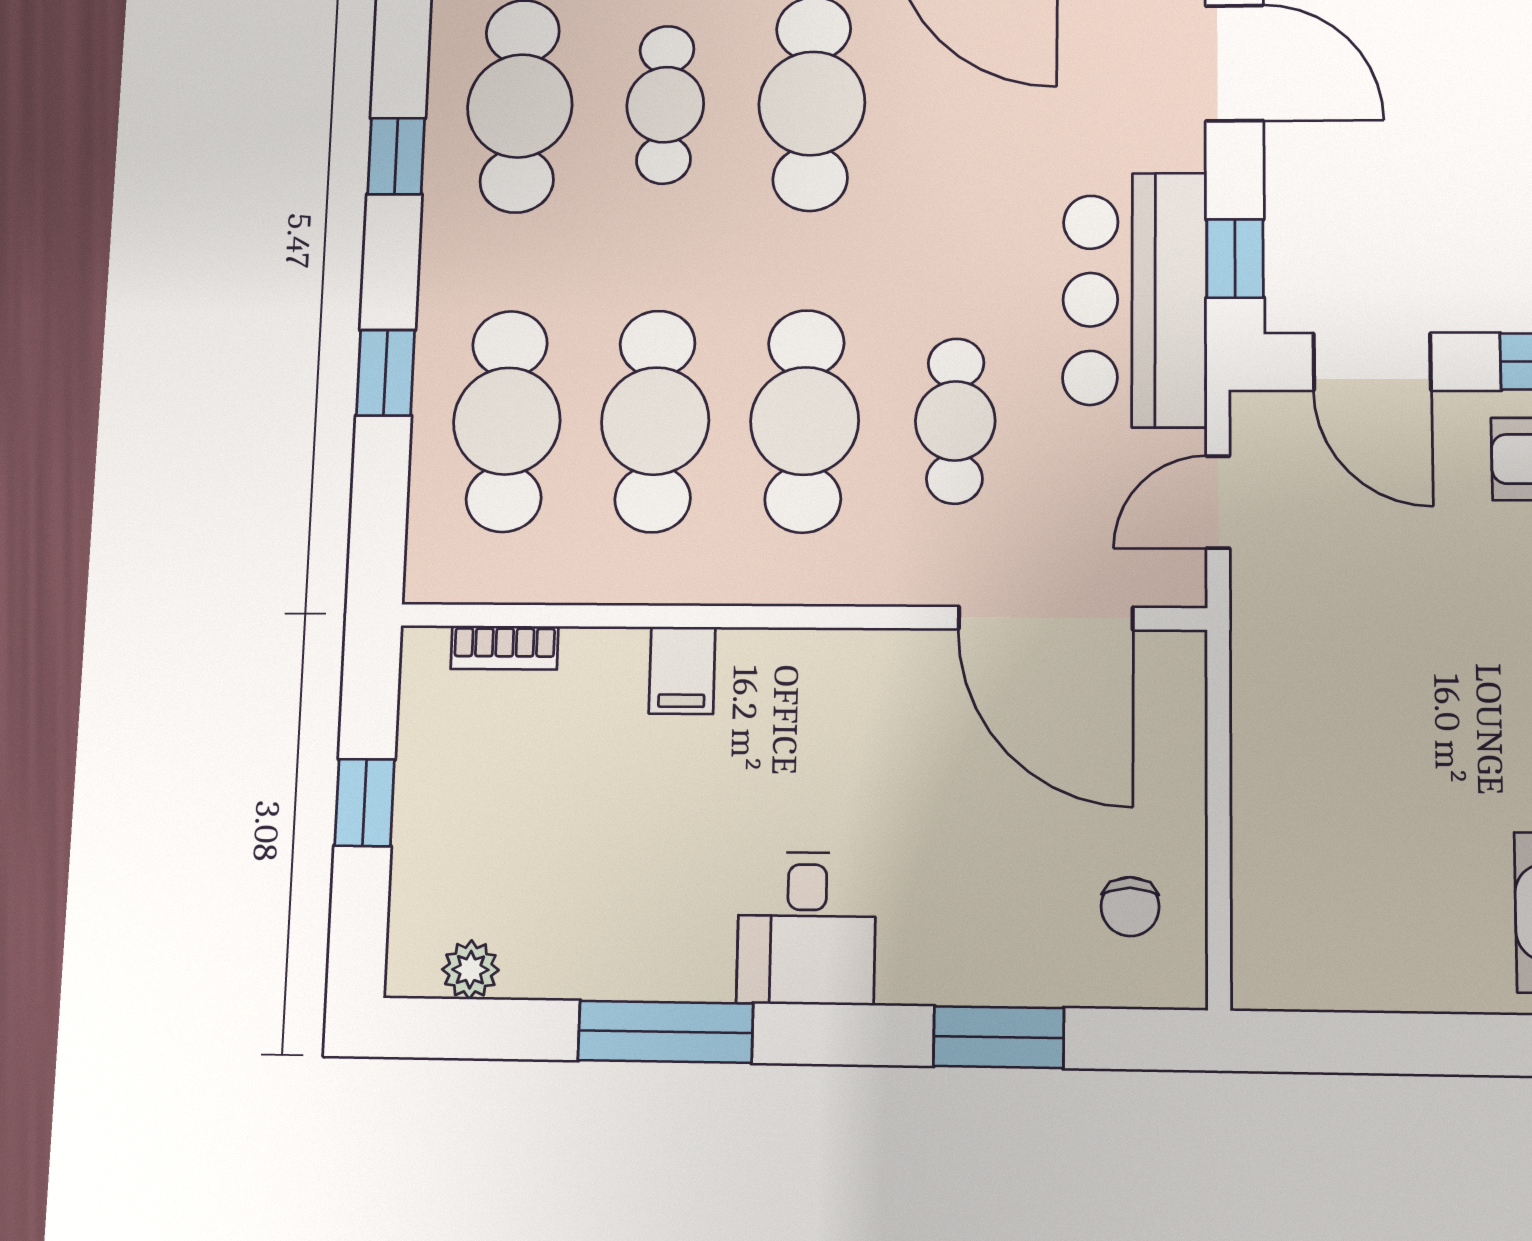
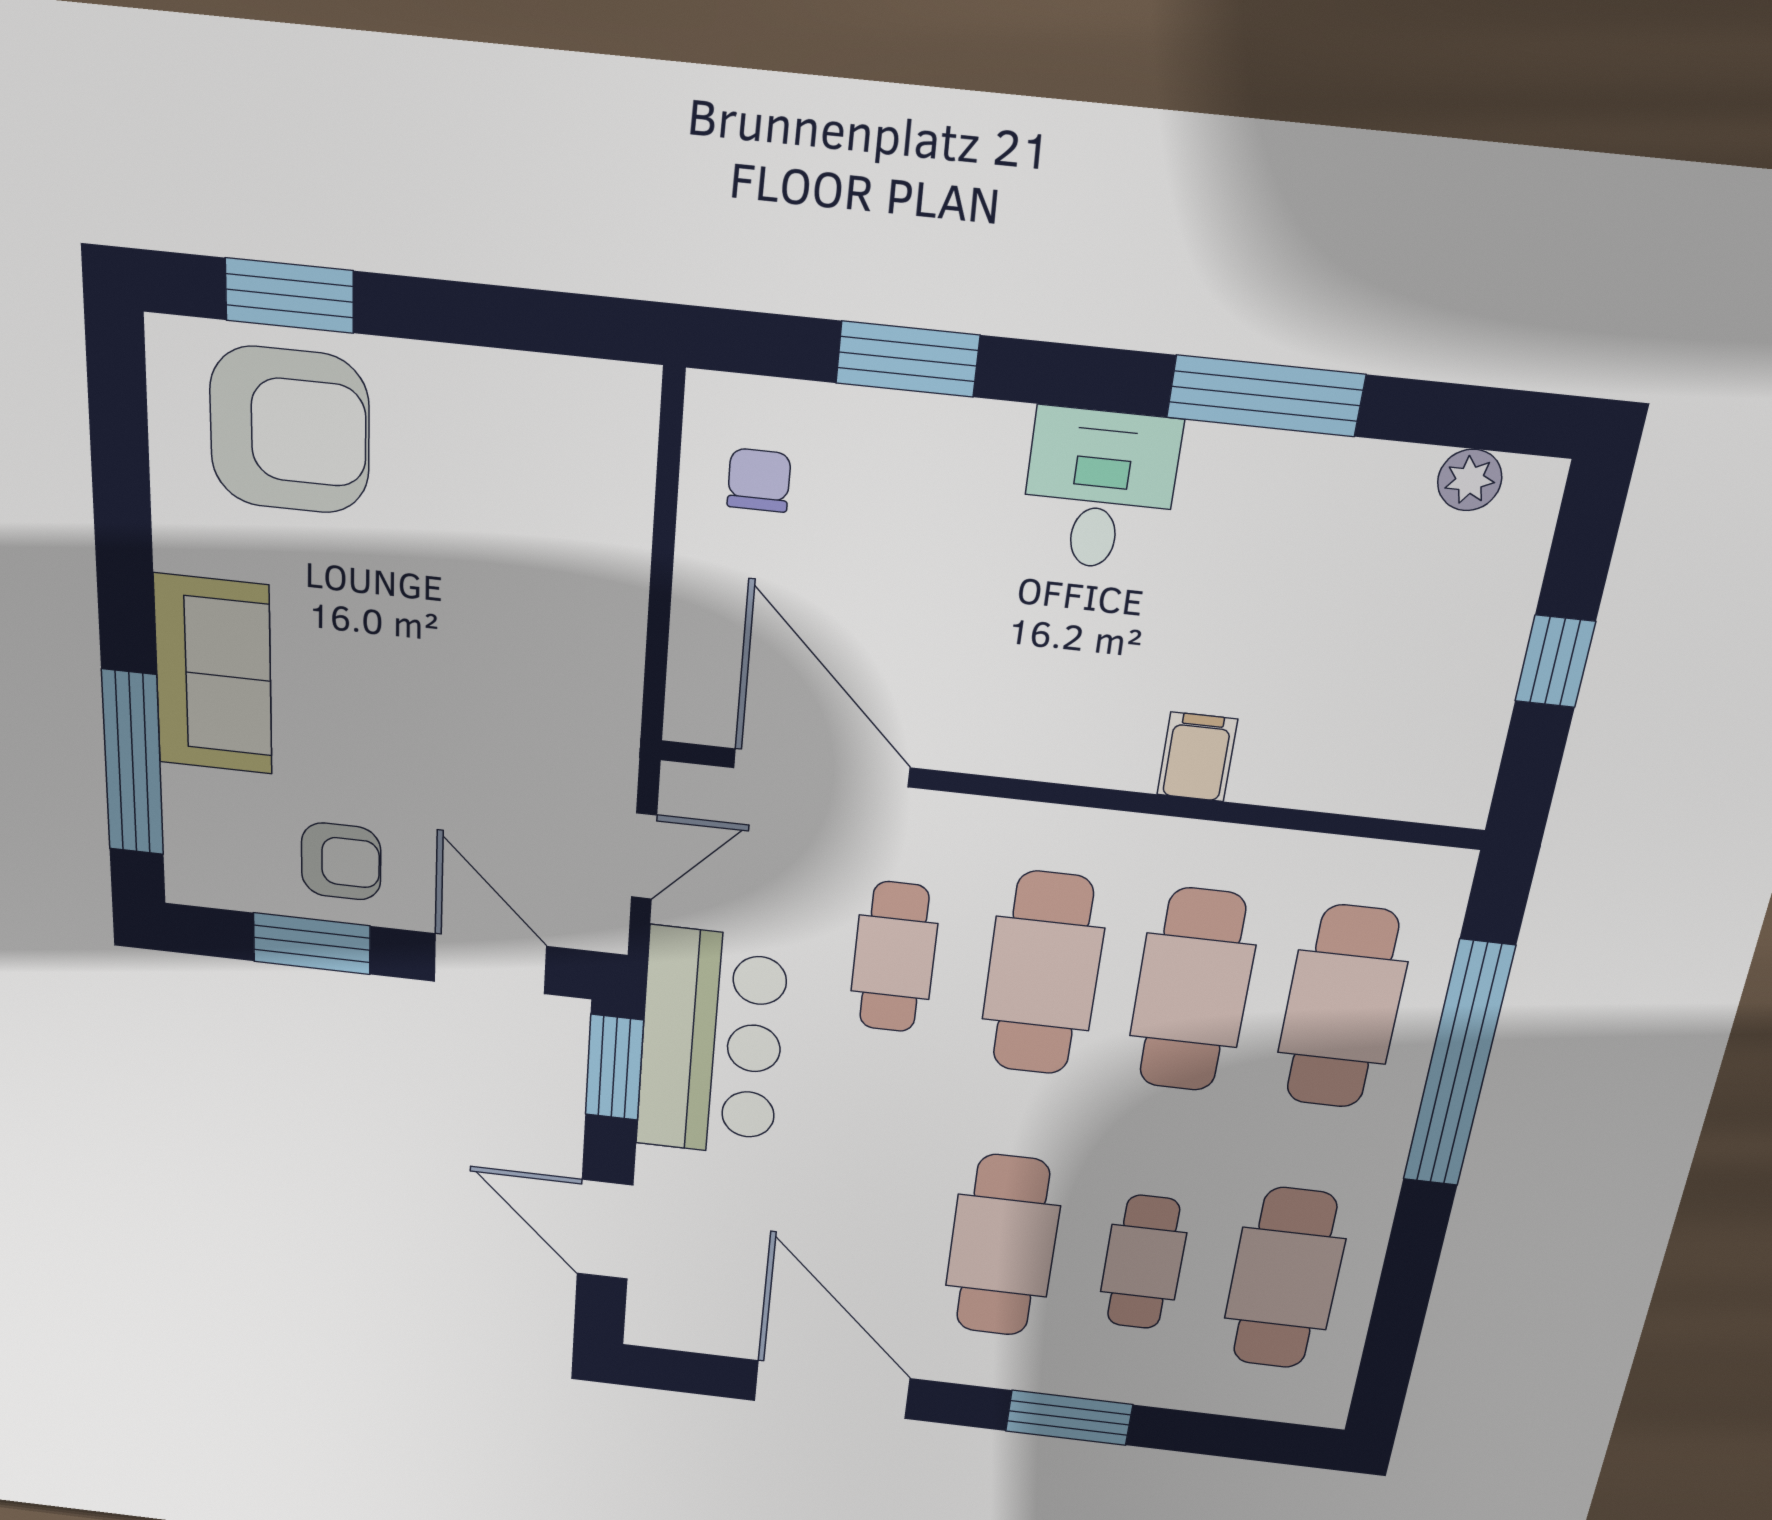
window: (396, 156) -> (1414, 1252), removed
window: (1235, 259) -> (614, 1067), width x1.50
window: (386, 373) -> (1458, 1065), width x3.17
bookcase: (504, 648) -> (1379, 798), removed

